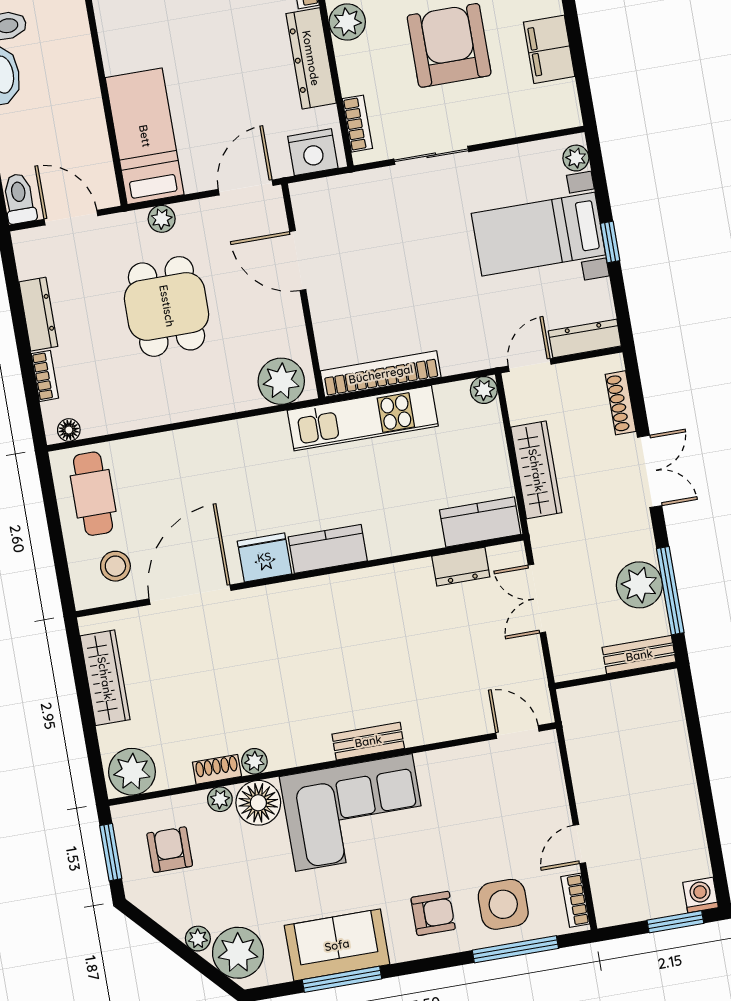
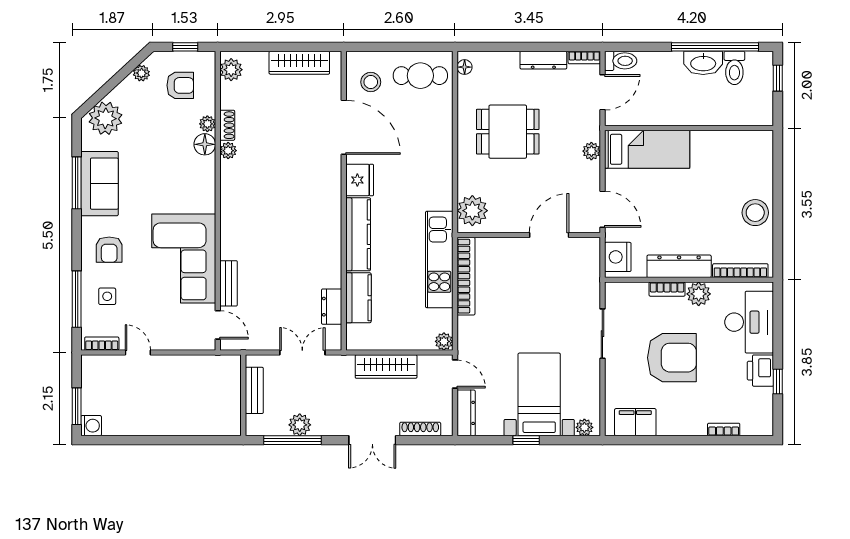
filing cabinet: (549, 49) -> (635, 422), moved
bookcase: (357, 124) -> (667, 289), moved
dining table: (167, 306) -> (508, 132), moved
bookcase: (45, 376) -> (584, 58), moved
kitchen counter: (480, 522) -> (358, 298), moved
kitchen counter: (328, 549) -> (358, 234), width x1.50
plant: (639, 585) -> (300, 425), width x0.73, depth x0.73
bench: (639, 655) -> (254, 390), moved
door: (517, 732) -> (218, 325), hinge flipped
bench: (368, 741) -> (229, 283), moved
plant: (132, 772) -> (231, 70), width x0.73, depth x0.73
floor lamp: (258, 803) -> (205, 144), width x0.73, depth x0.73
corner sofa: (354, 812) -> (184, 258), moved
window: (111, 852) -> (185, 47), width x0.67
side table: (503, 904) -> (107, 296), width x0.54, depth x0.54
plant: (198, 939) -> (141, 73), moved

